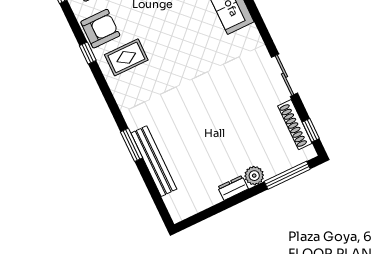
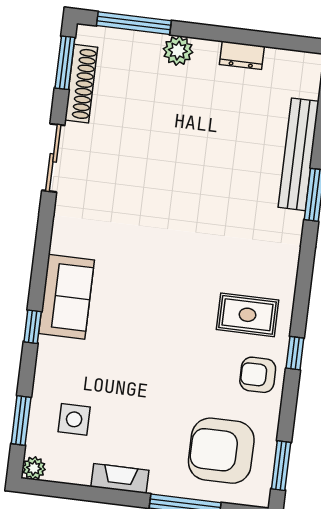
armchair: (100, 29) -> (258, 375), width x0.72, depth x0.72
window: (311, 130) -> (65, 63), width x1.50
dresser: (233, 188) -> (242, 55), moved

